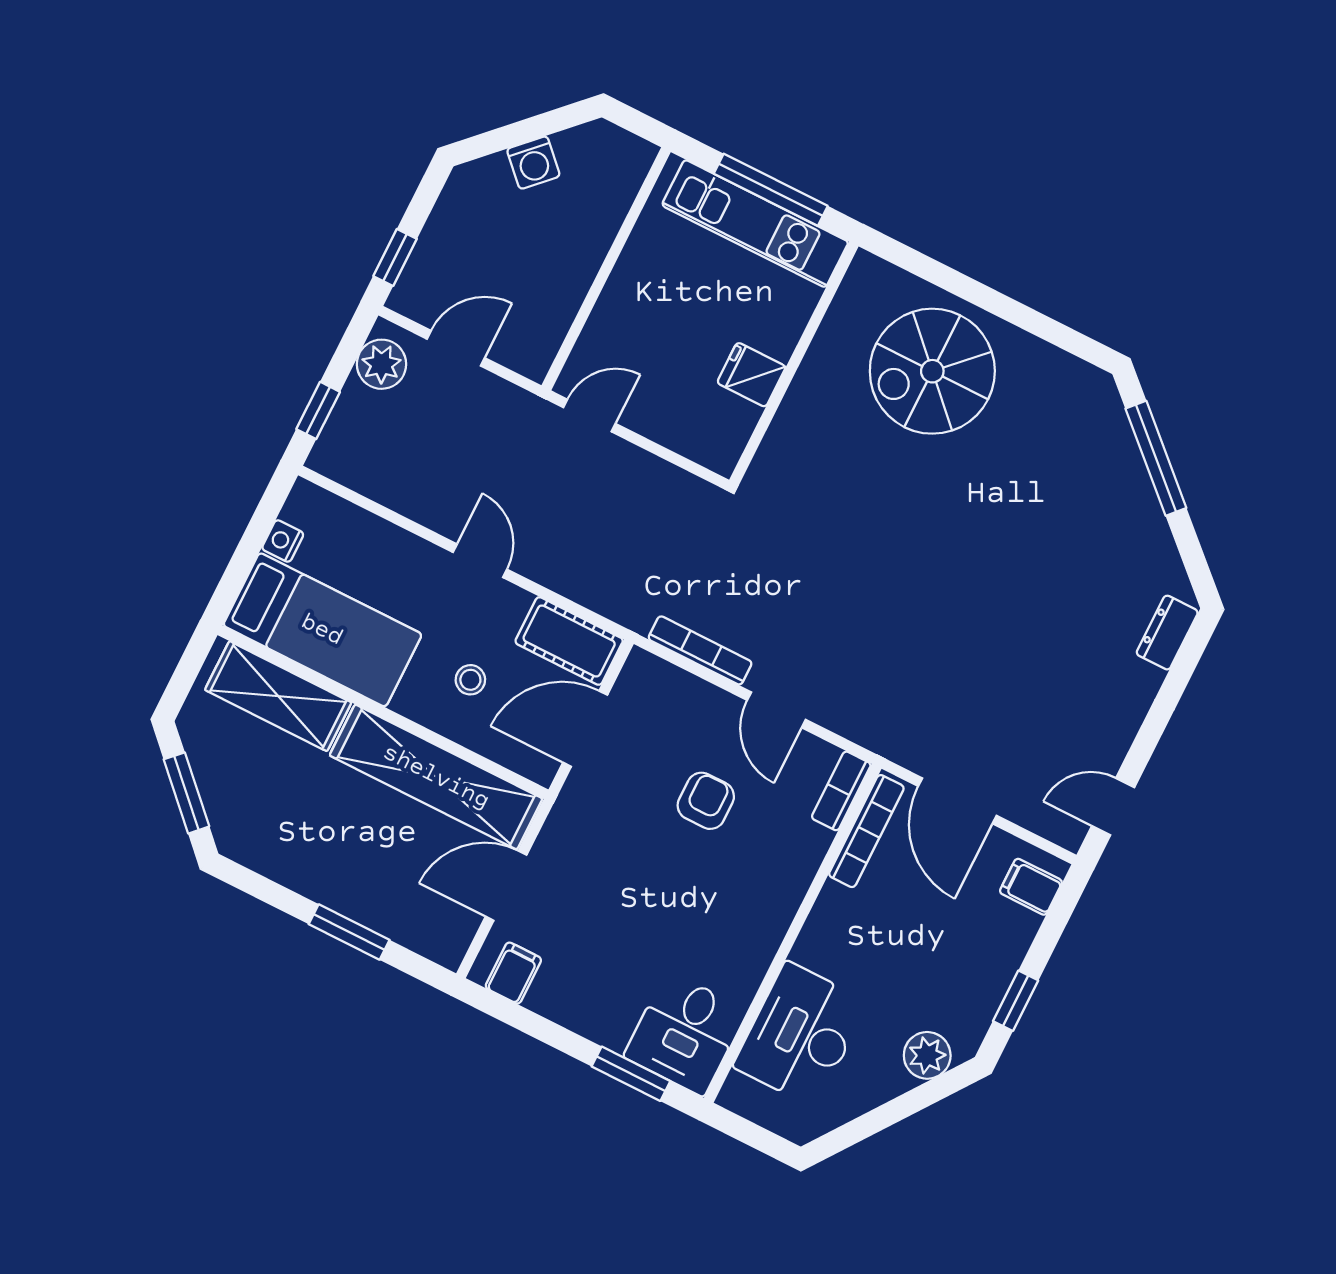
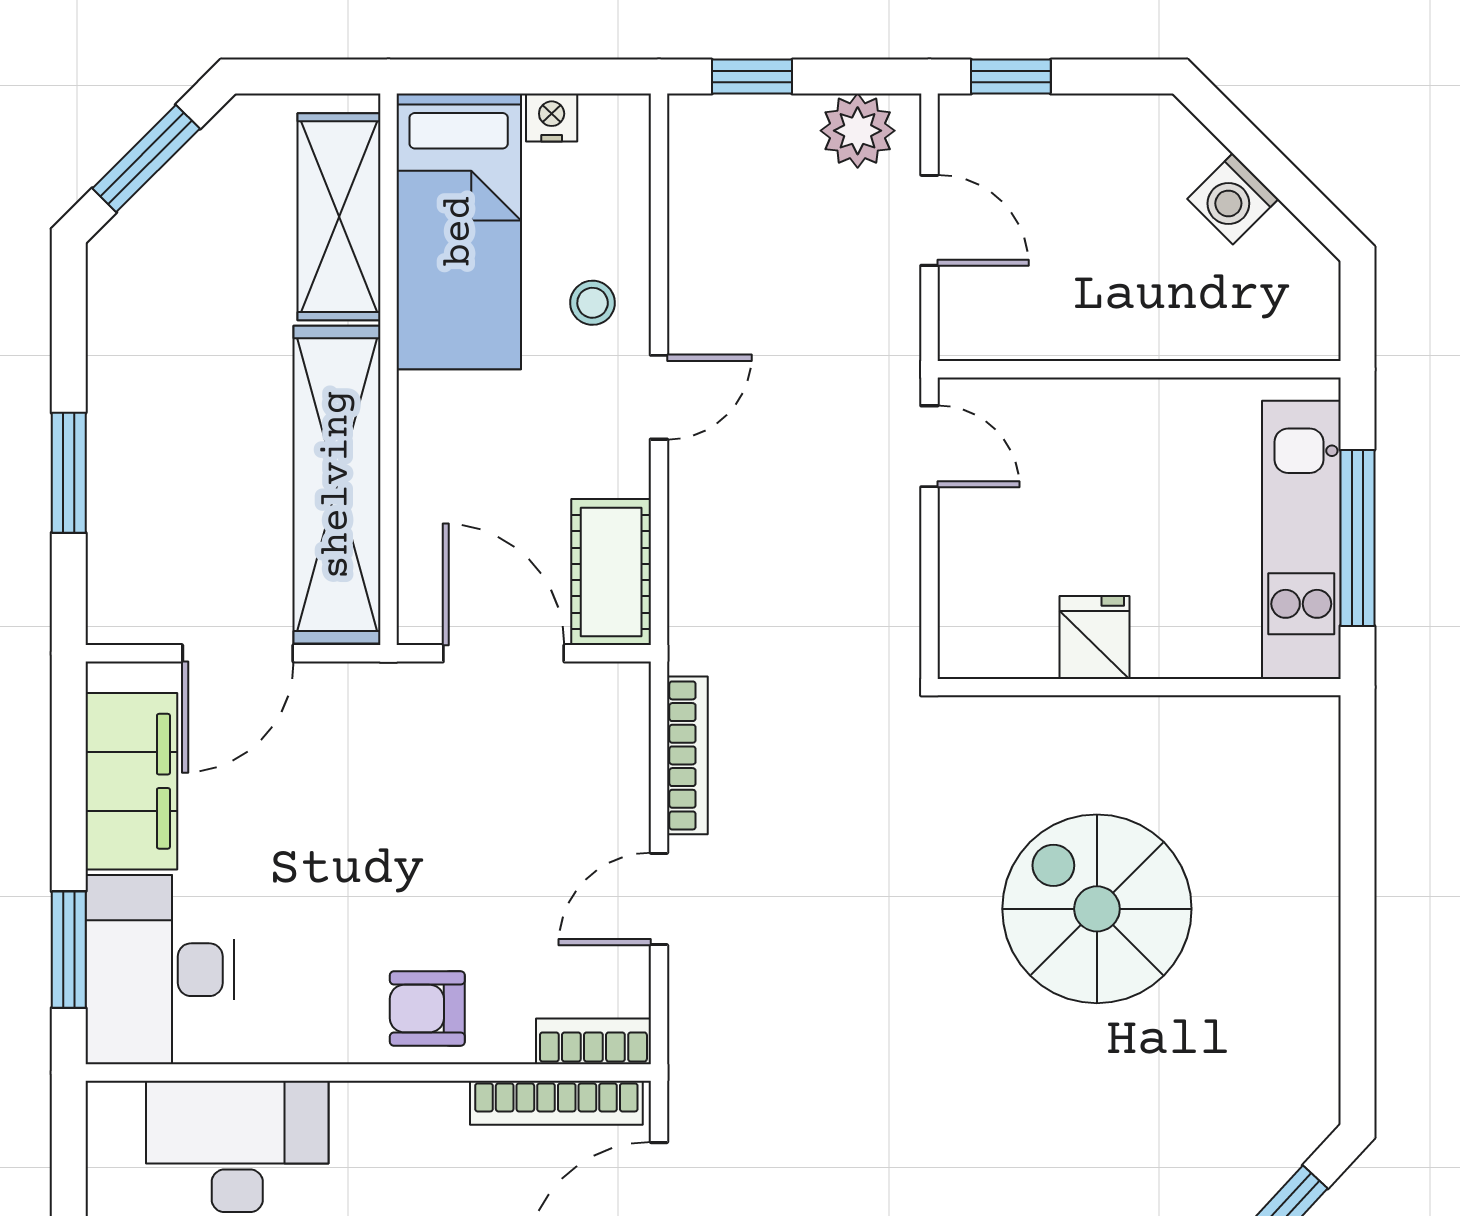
spiral stairs: (932, 371) -> (1097, 909), moved
stool: (470, 680) -> (593, 303), moved
armchair: (706, 801) -> (427, 1009), moved, turned 180
door: (506, 886) -> (238, 653), swing flipped
filing cabinet: (513, 973) -> (131, 781), width x3.00, depth x1.17
desk: (685, 1033) -> (160, 970), width x1.37

